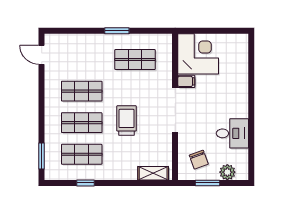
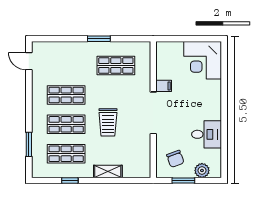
corner desk: (198, 54) -> (203, 60), moved, turned 180
trolley: (127, 121) -> (108, 122), turned 180
window: (42, 156) -> (29, 144), moved
shelving: (153, 173) -> (108, 171), moved

